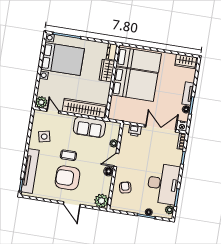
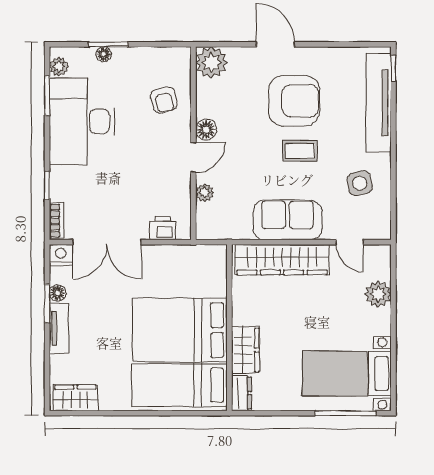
bed with nightstands: (62, 59) -> (347, 374), width x0.73
plant: (41, 102) -> (378, 294), moved
sofa: (89, 127) -> (287, 220), moved

